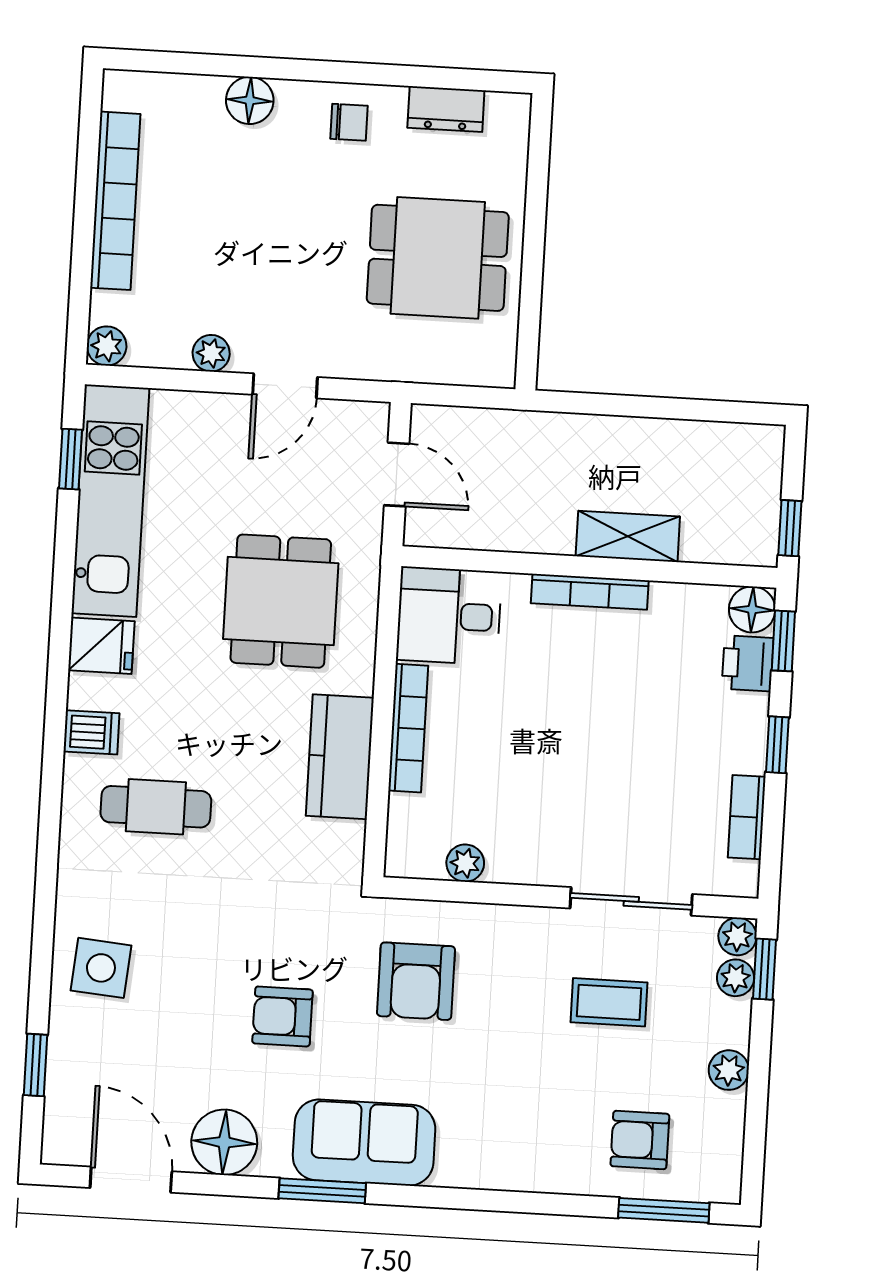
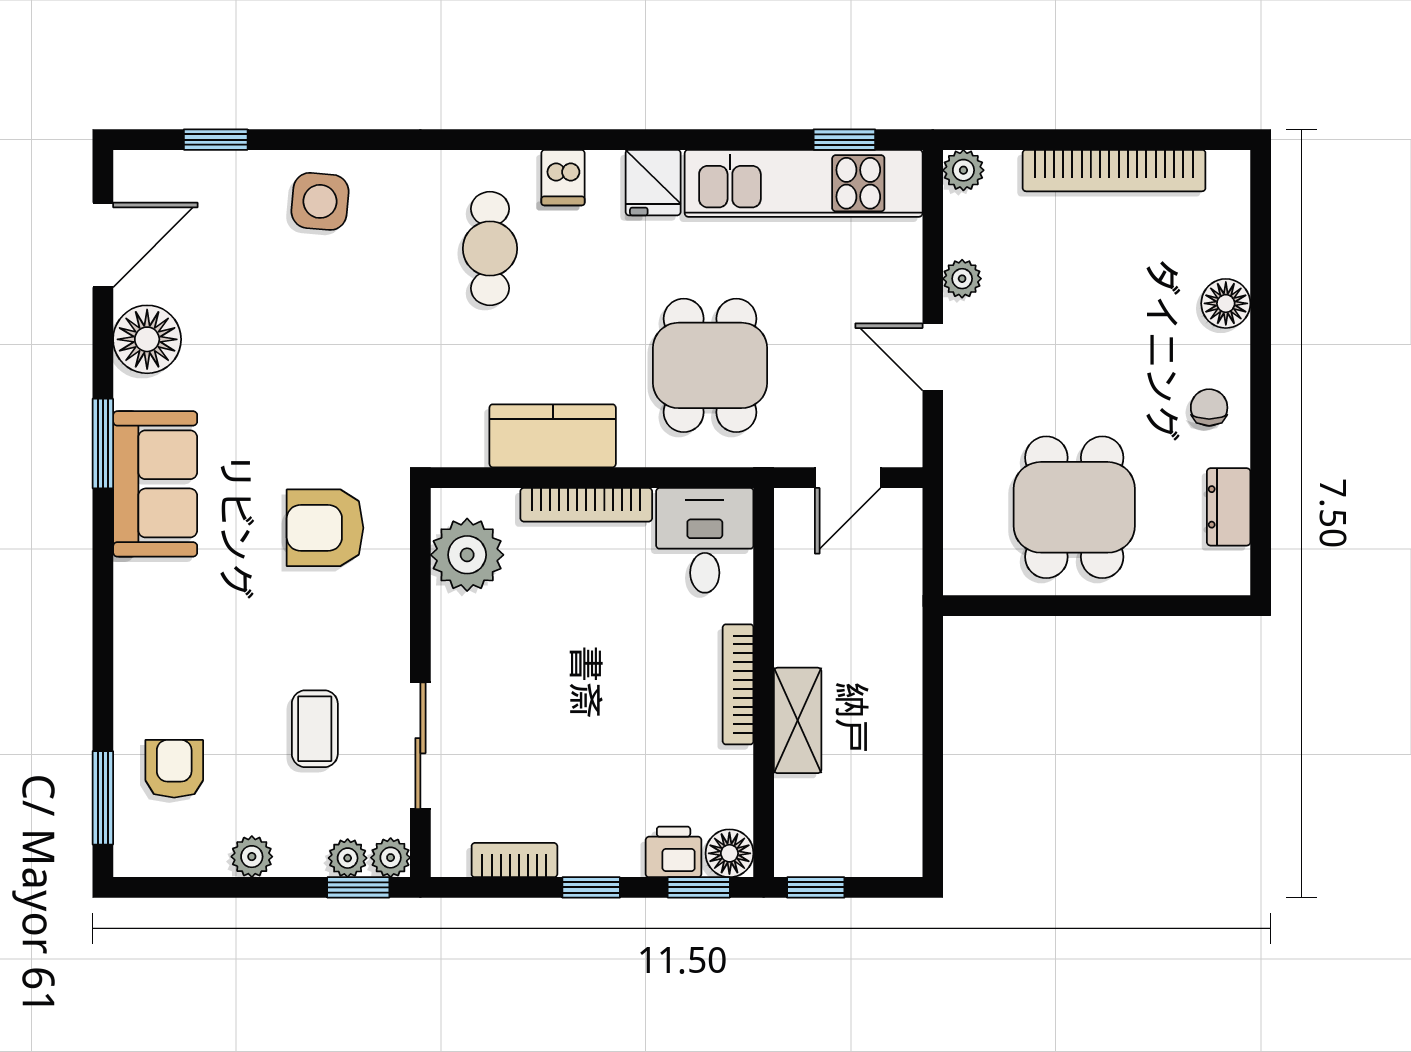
chair: (349, 122) -> (1209, 408), turned 180
dining table: (281, 601) -> (710, 365), turned 90
plant: (465, 863) -> (467, 555), width x1.87, depth x1.87
armchair: (282, 1016) -> (281, 392), removed

